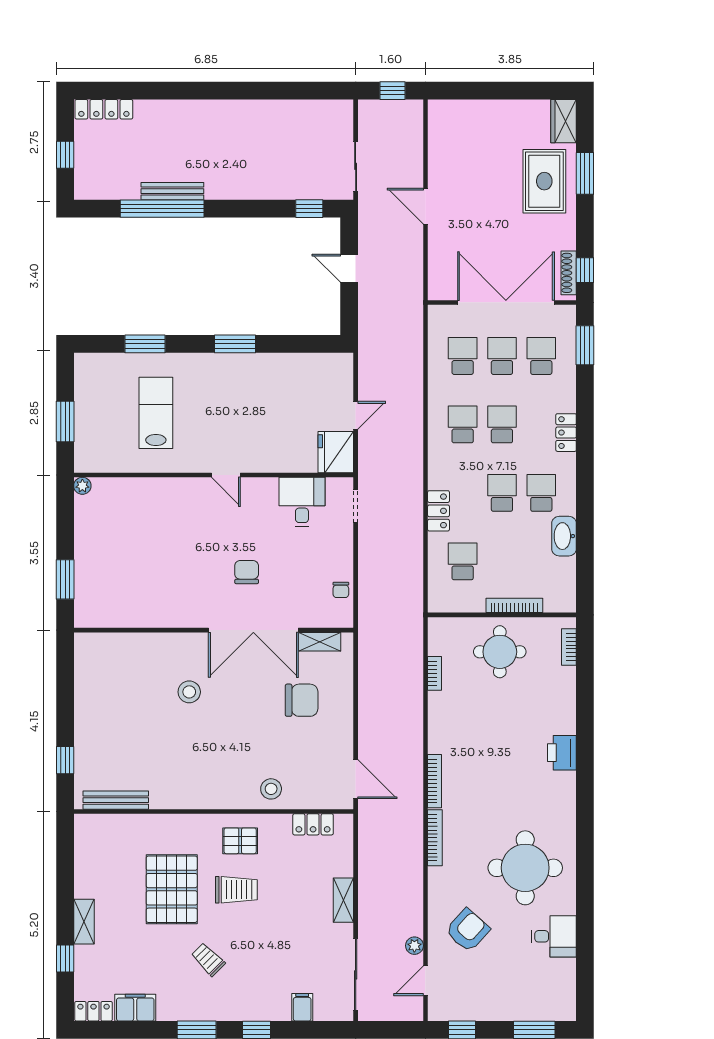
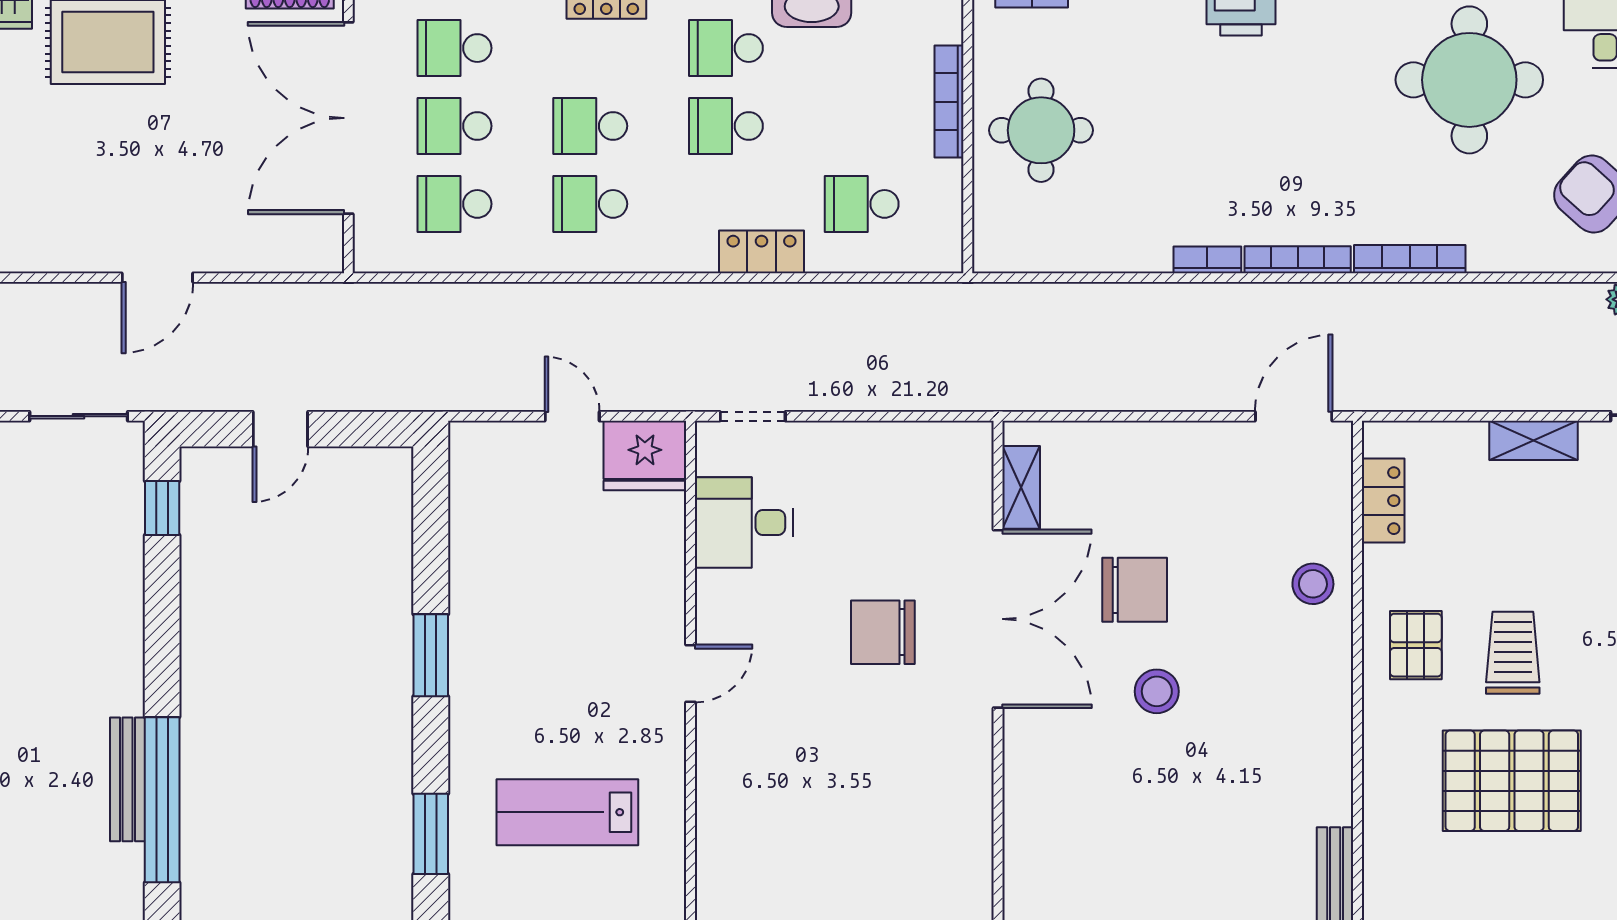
chair: (247, 572) -> (883, 632), width x1.37, depth x1.37
chair: (341, 590) -> (918, 445), removed
bookcase: (434, 673) -> (1207, 260), moved
stool: (189, 692) -> (1157, 691), moved
chair: (302, 700) -> (1135, 590), moved, turned 90

